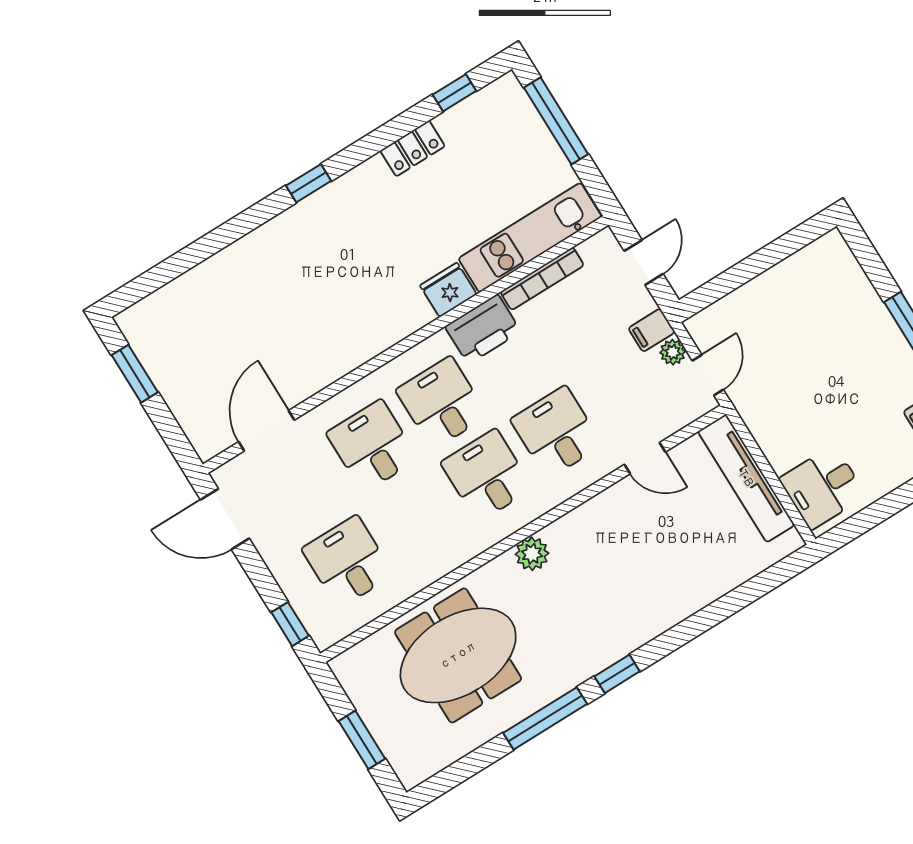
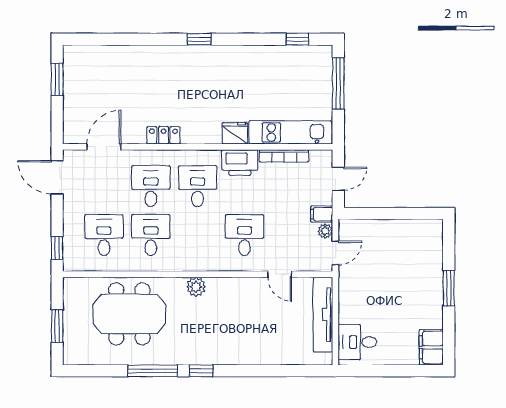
locker: (413, 148) -> (163, 135), moved, turned 180
desk: (487, 475) -> (151, 235), moved

